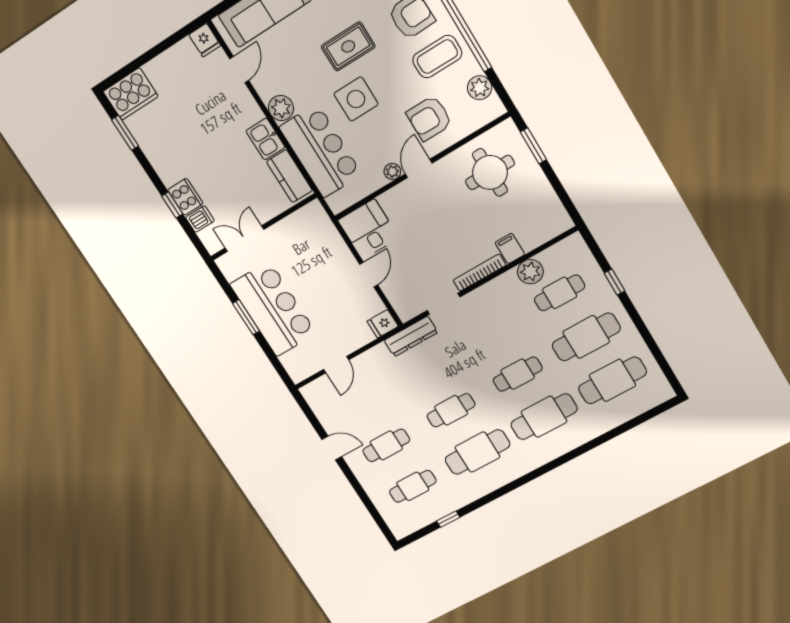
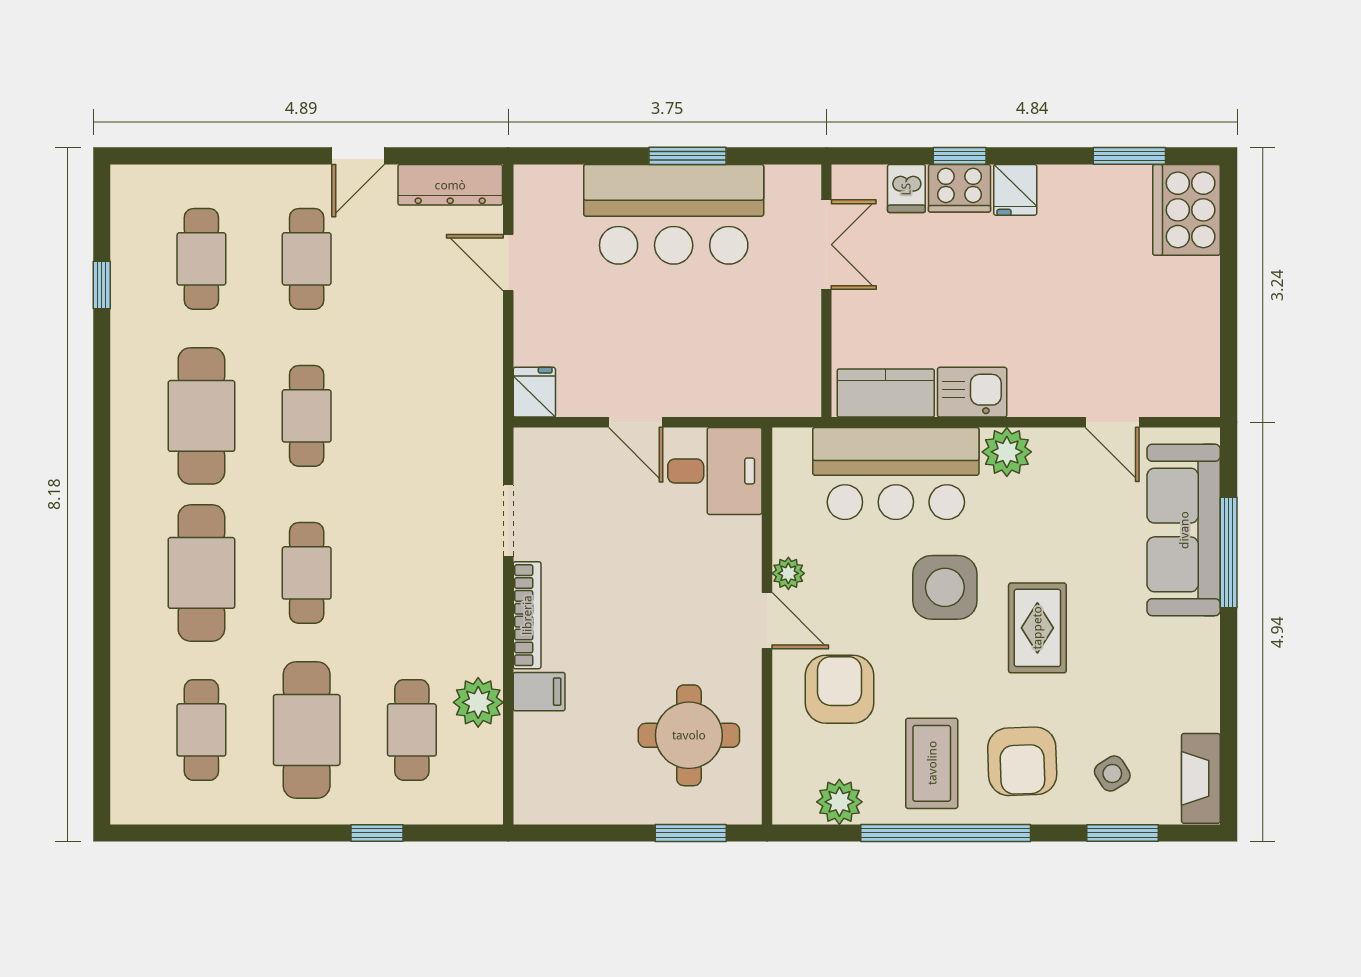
fridge: (205, 40) -> (1015, 190), moved, turned -90
dresser: (411, 336) -> (450, 185), moved, turned -90
cafe table: (612, 380) -> (201, 730), width x0.73, depth x0.74

